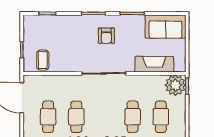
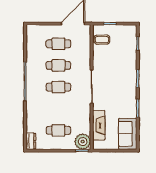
armchair: (106, 36) -> (121, 88), removed
cafe table: (133, 117) -> (58, 87), moved

